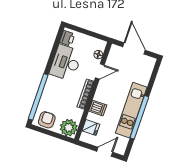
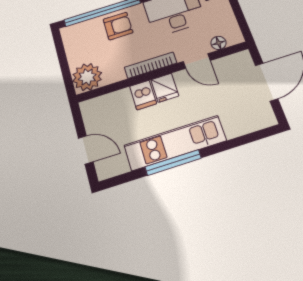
window: (139, 117) -> (173, 163), width x0.68
armchair: (47, 120) -> (118, 26), moved
fridge: (91, 127) -> (165, 88), moved

